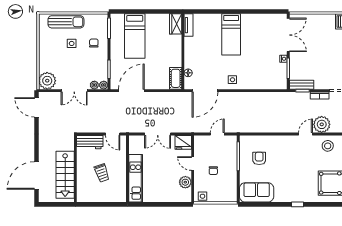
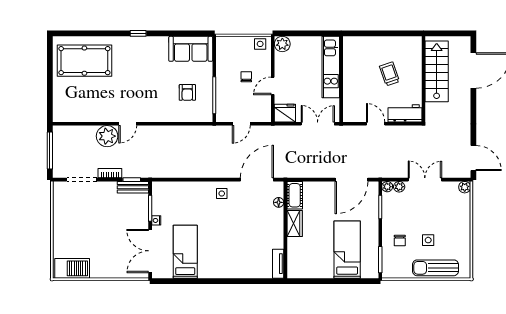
wardrobe: (176, 24) -> (295, 223), moved
bed: (231, 34) -> (185, 252), moved
plant: (47, 81) -> (465, 187), width x0.53, depth x0.53
stool: (328, 146) -> (99, 109), removed
door: (193, 164) -> (273, 86), swing flipped
wall: (127, 169) -> (341, 79), moved
kitchen unit: (136, 178) -> (331, 67), moved
plant: (185, 182) -> (282, 44), moved

